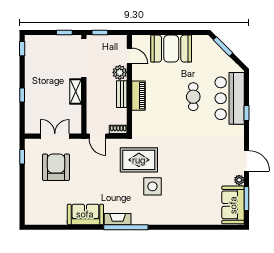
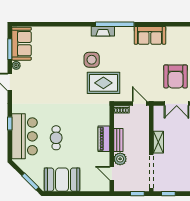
booth: (171, 49) -> (62, 180), moved
fireplace: (118, 219) -> (103, 31), moved

